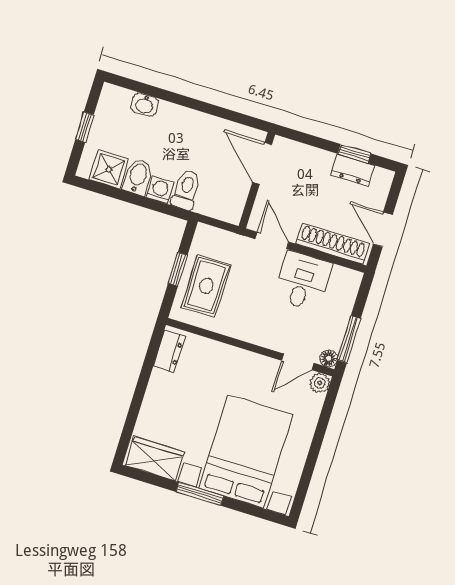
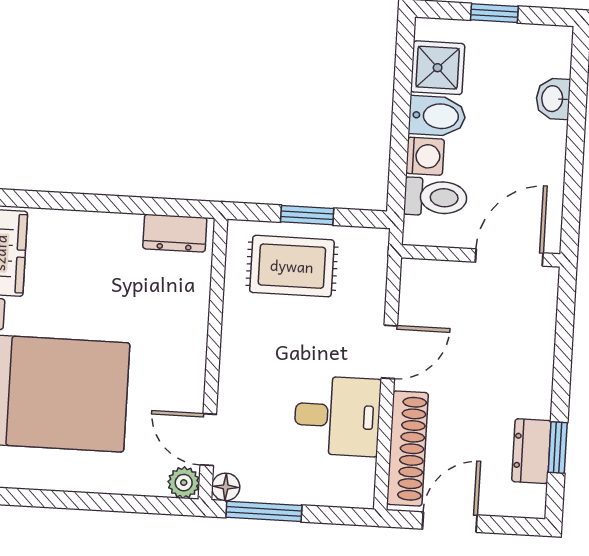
door: (262, 163) -> (509, 257), moved
wall: (257, 180) -> (481, 256), moved

